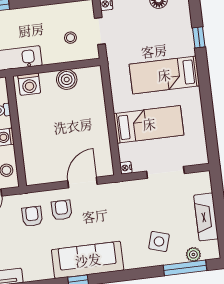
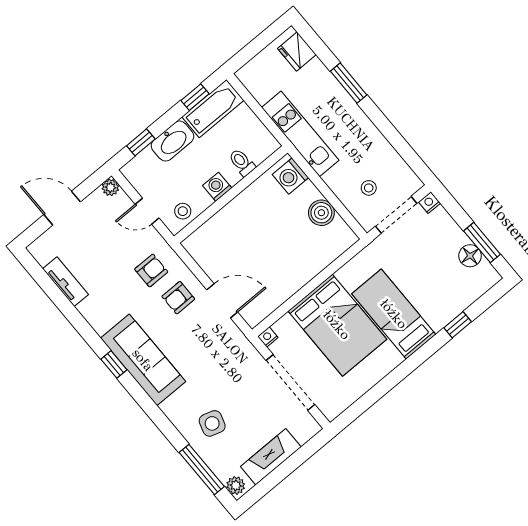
doorway: (100, 31) -> (396, 215), width x1.38
bed: (149, 124) -> (337, 325), width x1.50
doorway: (165, 172) -> (290, 383), width x1.36
armchair: (62, 210) -> (178, 298), turned 180
plant: (193, 254) -> (236, 486), moved

